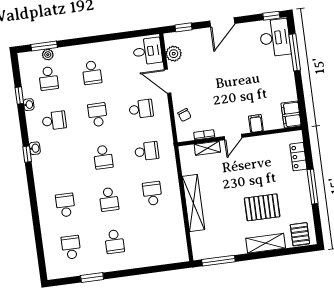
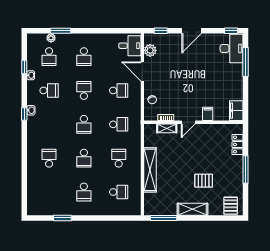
window: (44, 46) -> (60, 31), moved
pallet: (262, 207) -> (204, 181), width x0.67, depth x0.71
shelving: (266, 243) -> (192, 209), moved
school desk: (71, 247) -> (119, 192), moved, turned 90

